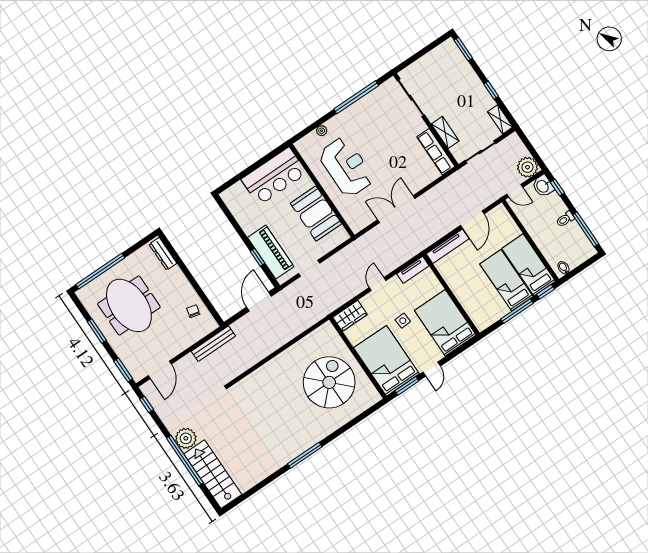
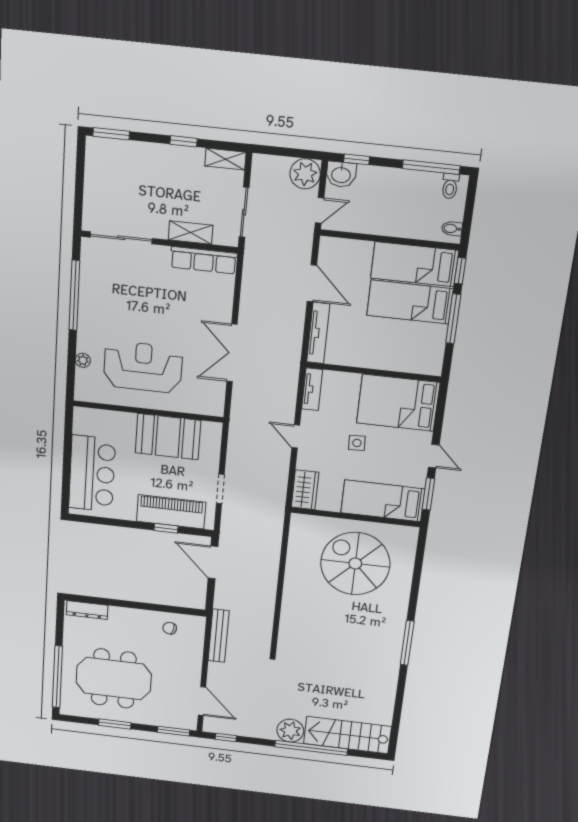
bar counter: (274, 176) -> (92, 474), moved
toilet: (565, 219) -> (450, 186), moved
bed: (386, 361) -> (383, 501), width x0.67

